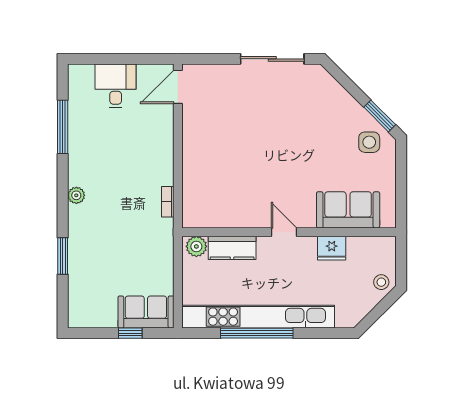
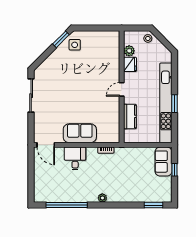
desk: (116, 86) -> (75, 158), moved, turned 90
window: (63, 127) -> (67, 205), width x1.46
sofa: (348, 210) -> (80, 133), moved, turned 90
plant: (196, 246) -> (129, 51), moved
window: (63, 256) -> (153, 205), moved
window: (257, 333) -> (175, 104), width x0.47

